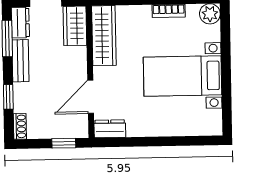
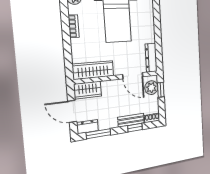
bench: (20, 61) -> (131, 120), moved
plant: (69, 127) -> (151, 88), added
dresser: (110, 129) -> (151, 58), width x1.44

